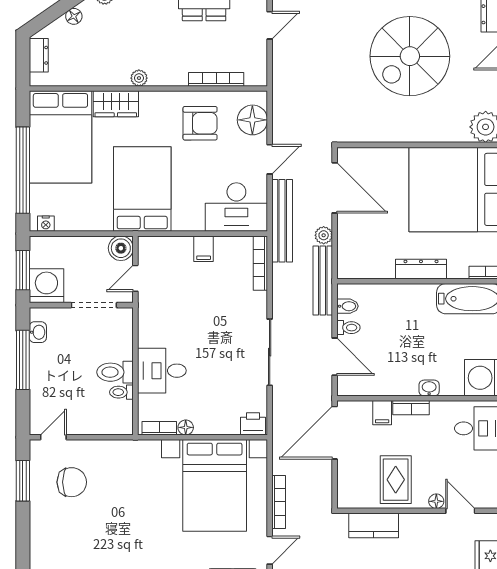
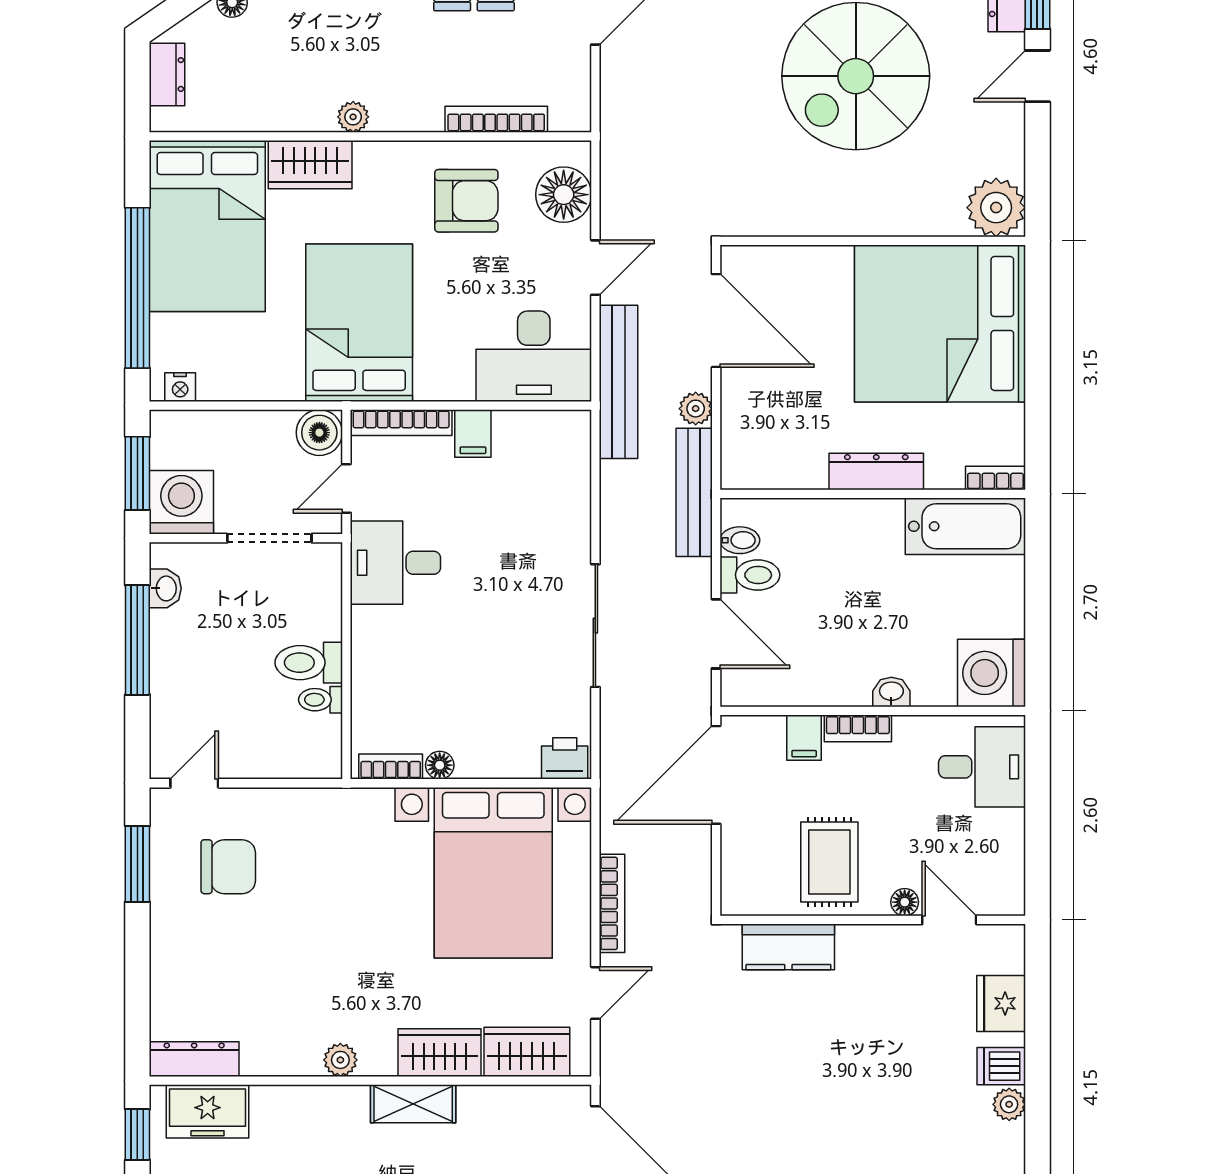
bookcase: (260, 263) -> (401, 423), moved, turned -90
toilet: (348, 328) -> (750, 575), width x1.37, depth x1.39
desk: (162, 371) -> (395, 563), moved

